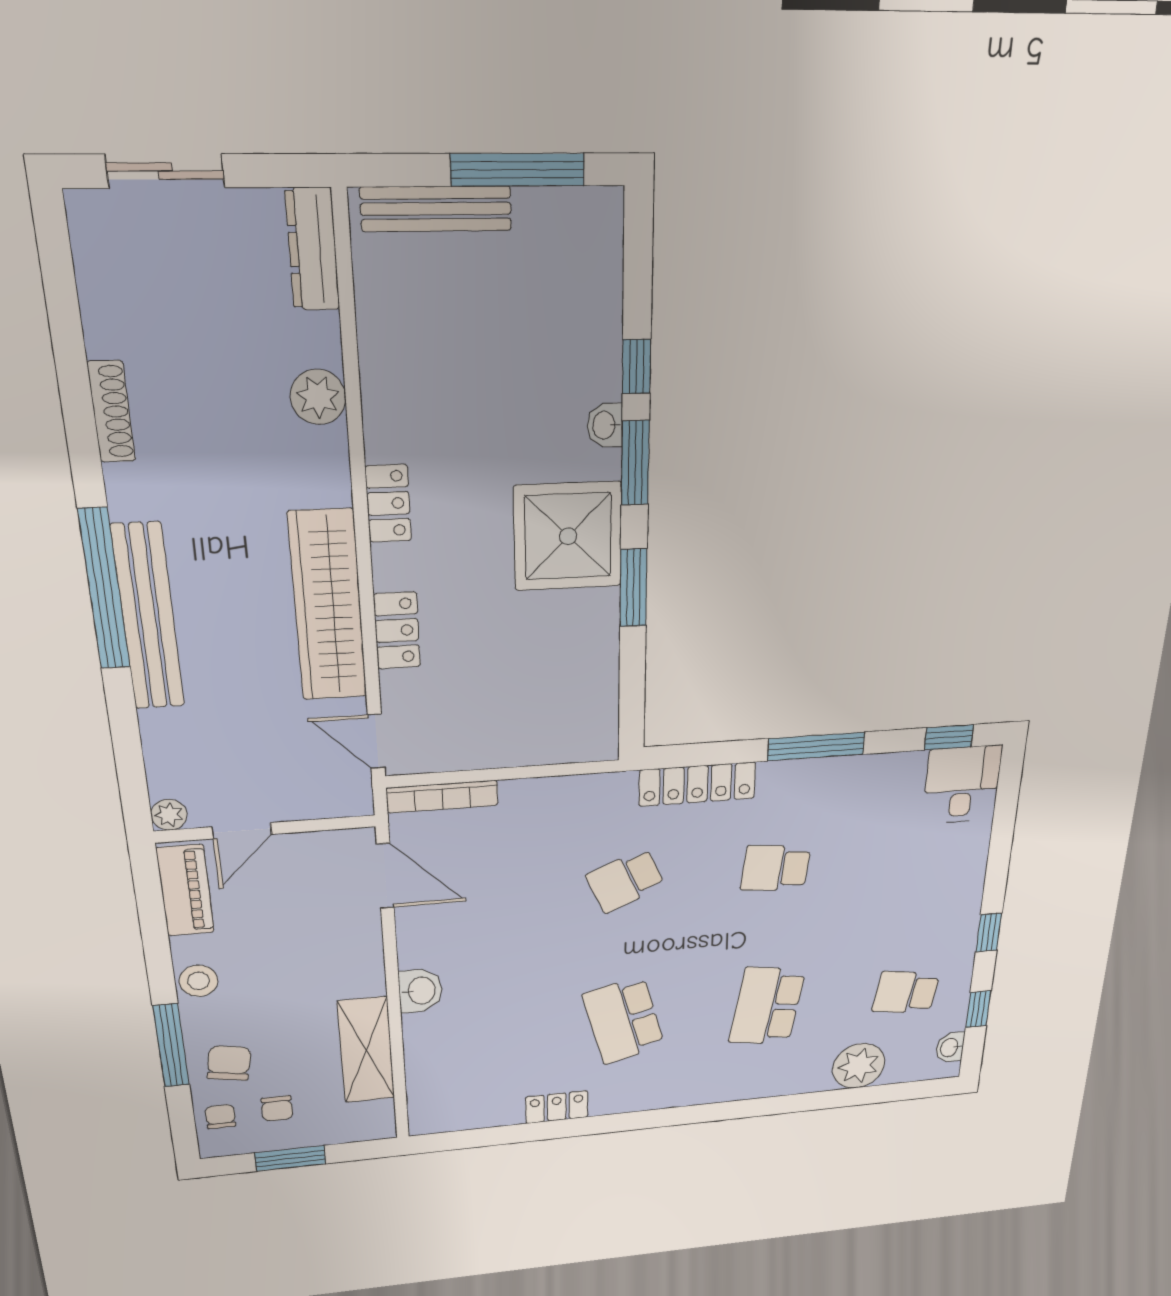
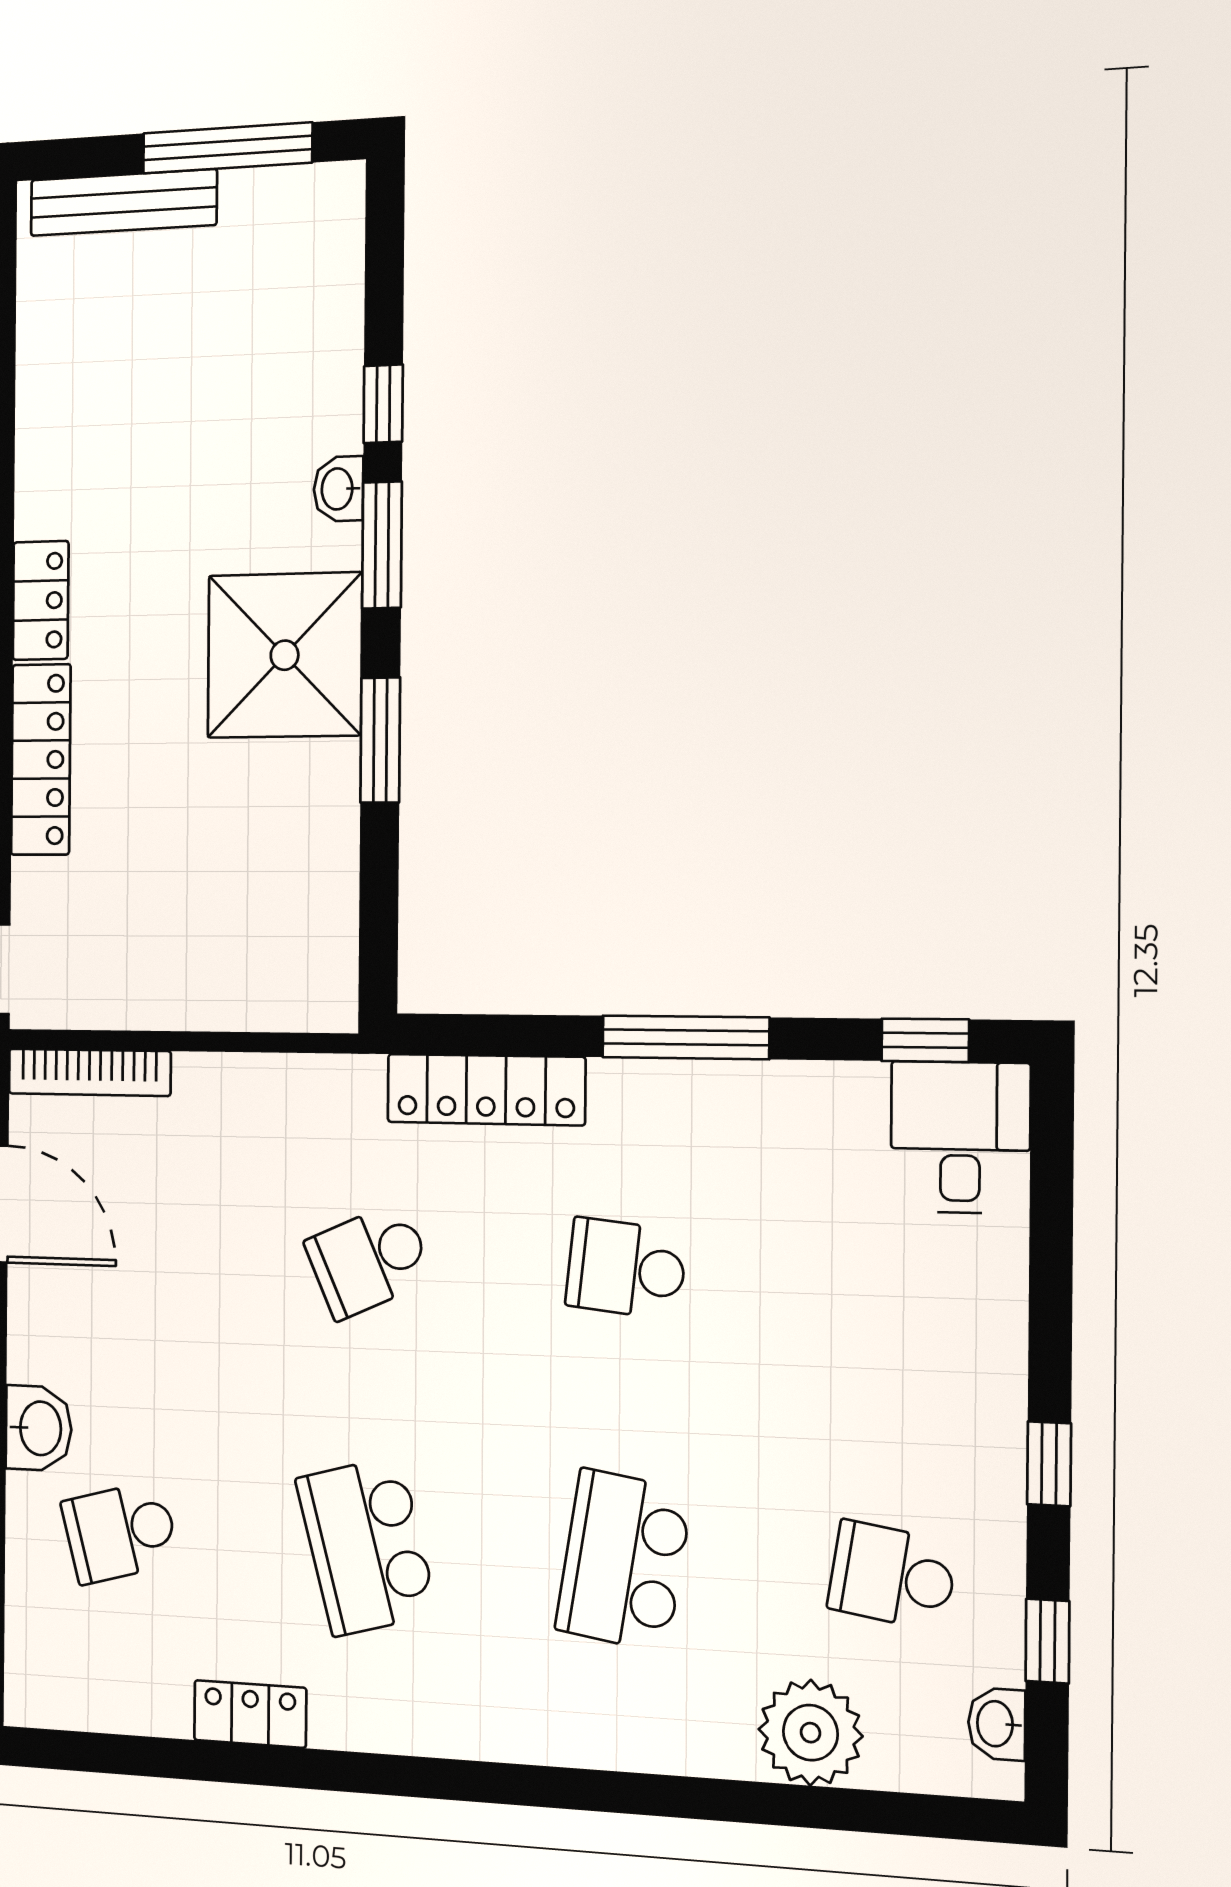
locker: (397, 630) -> (41, 760), width x1.53
school desk: (476, 1035) -> (120, 1532), added

